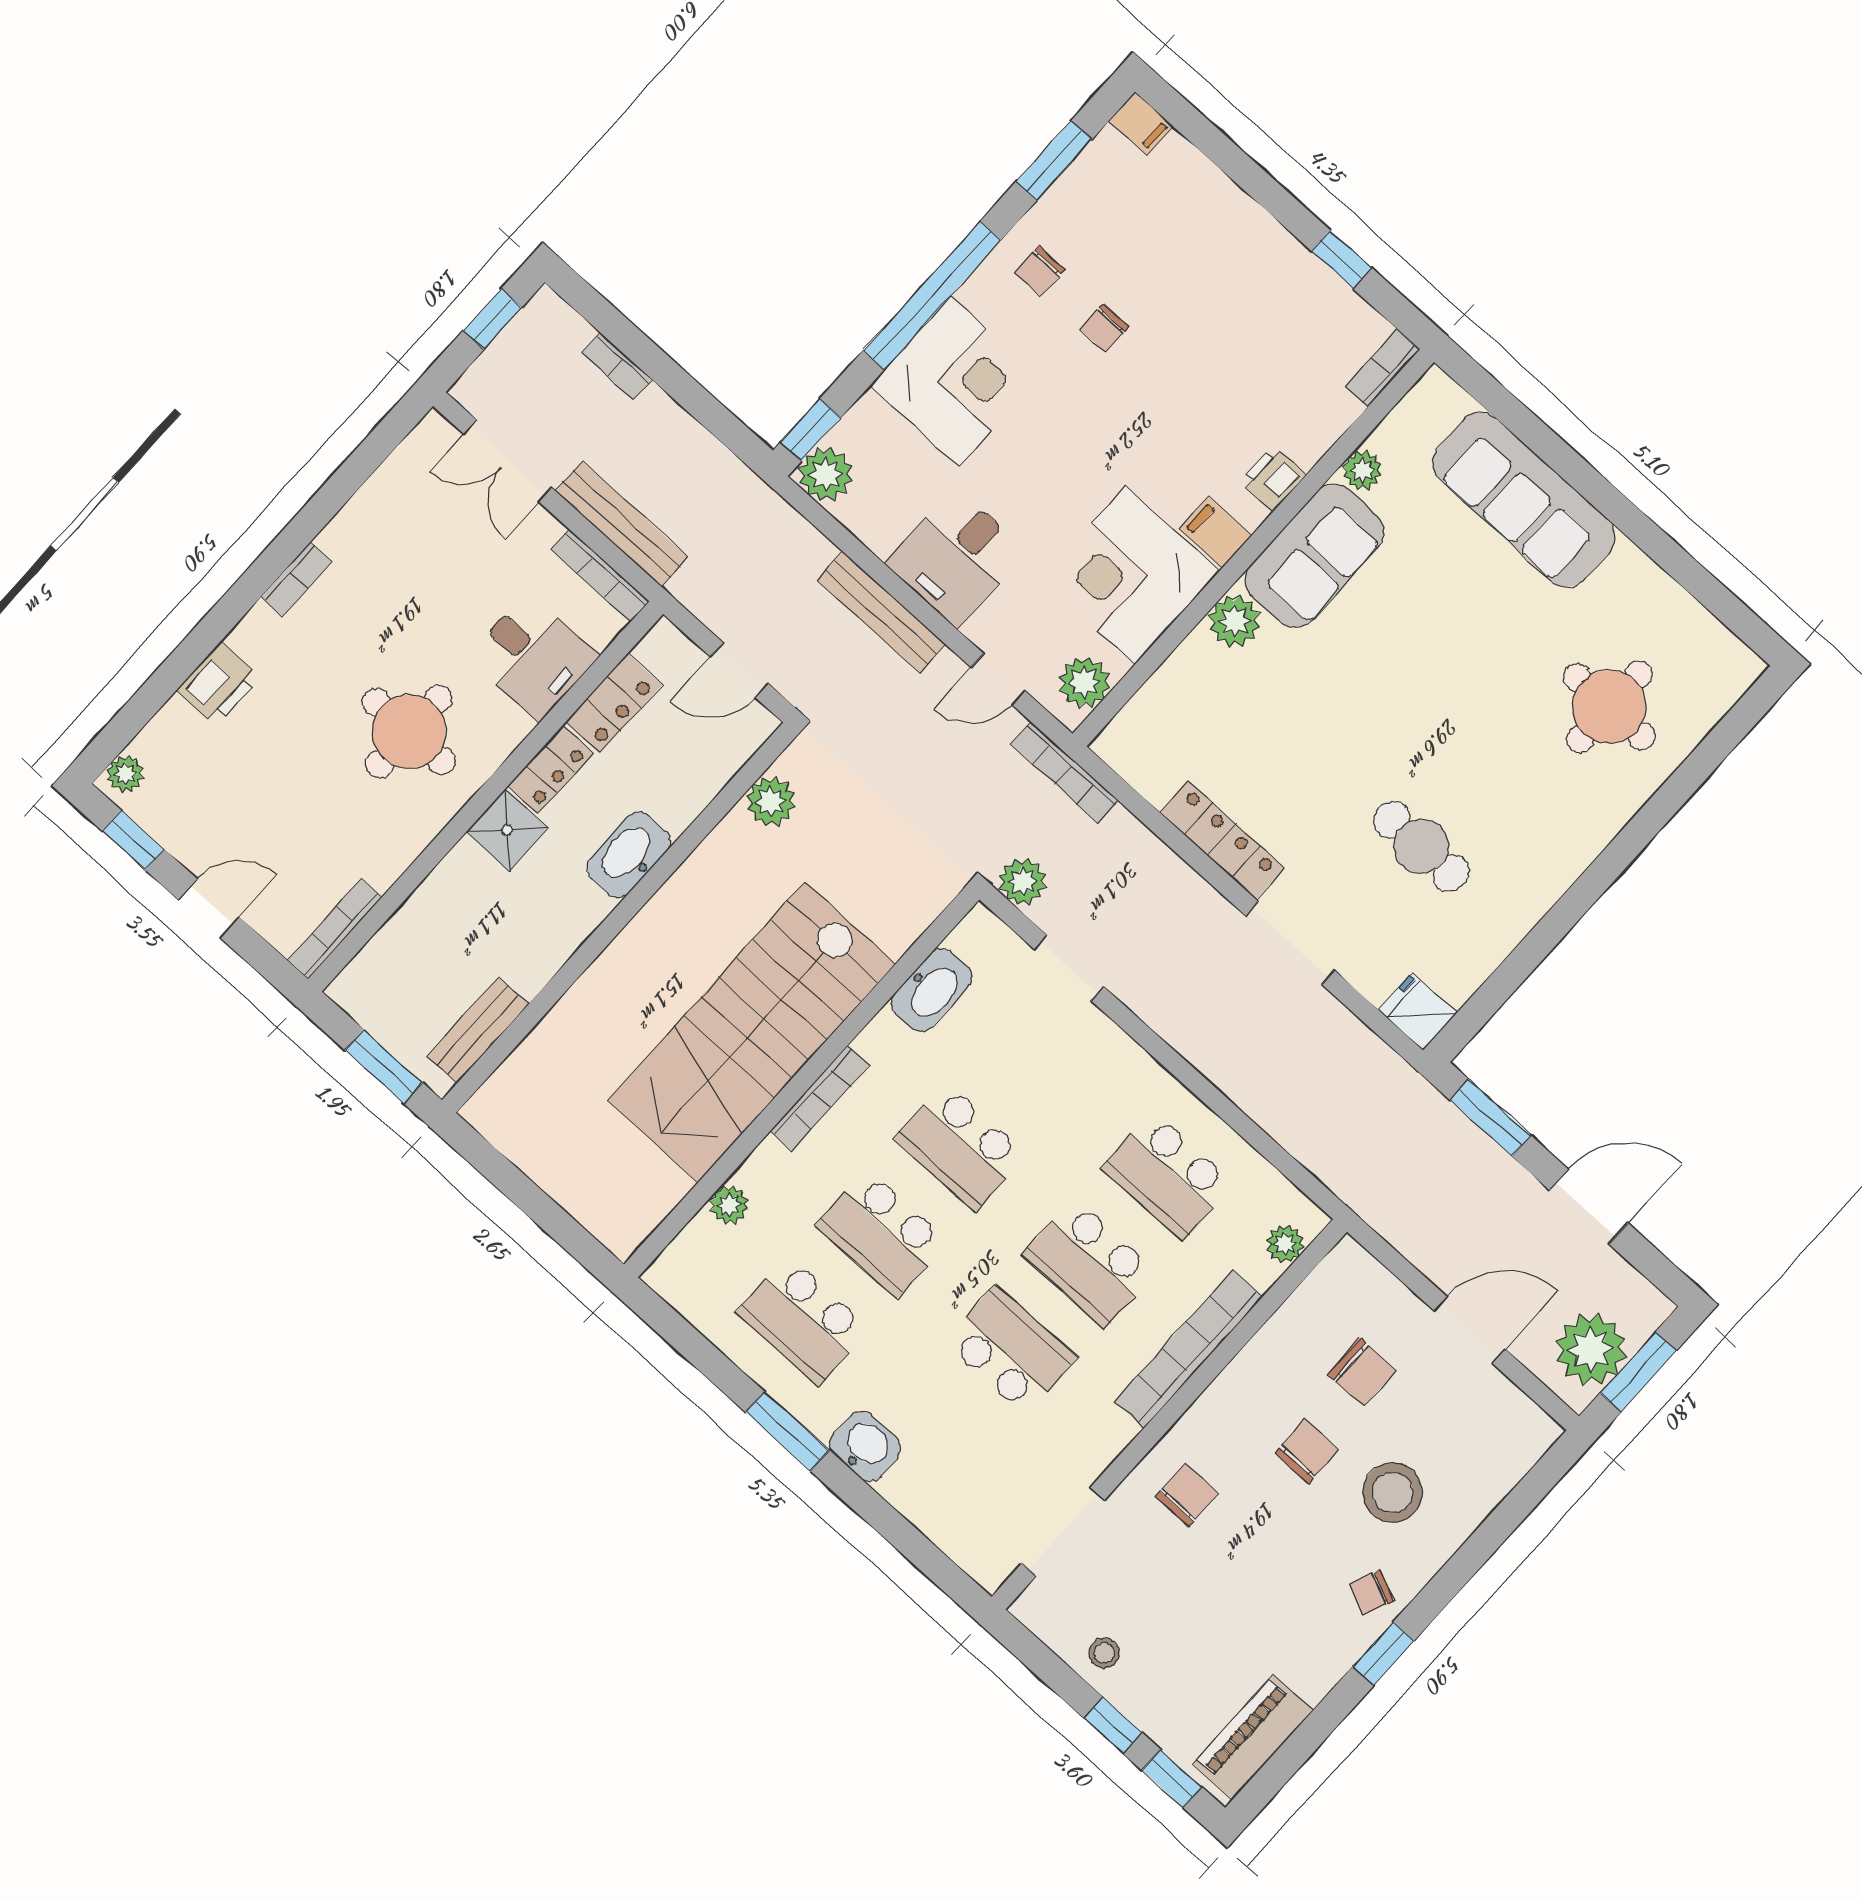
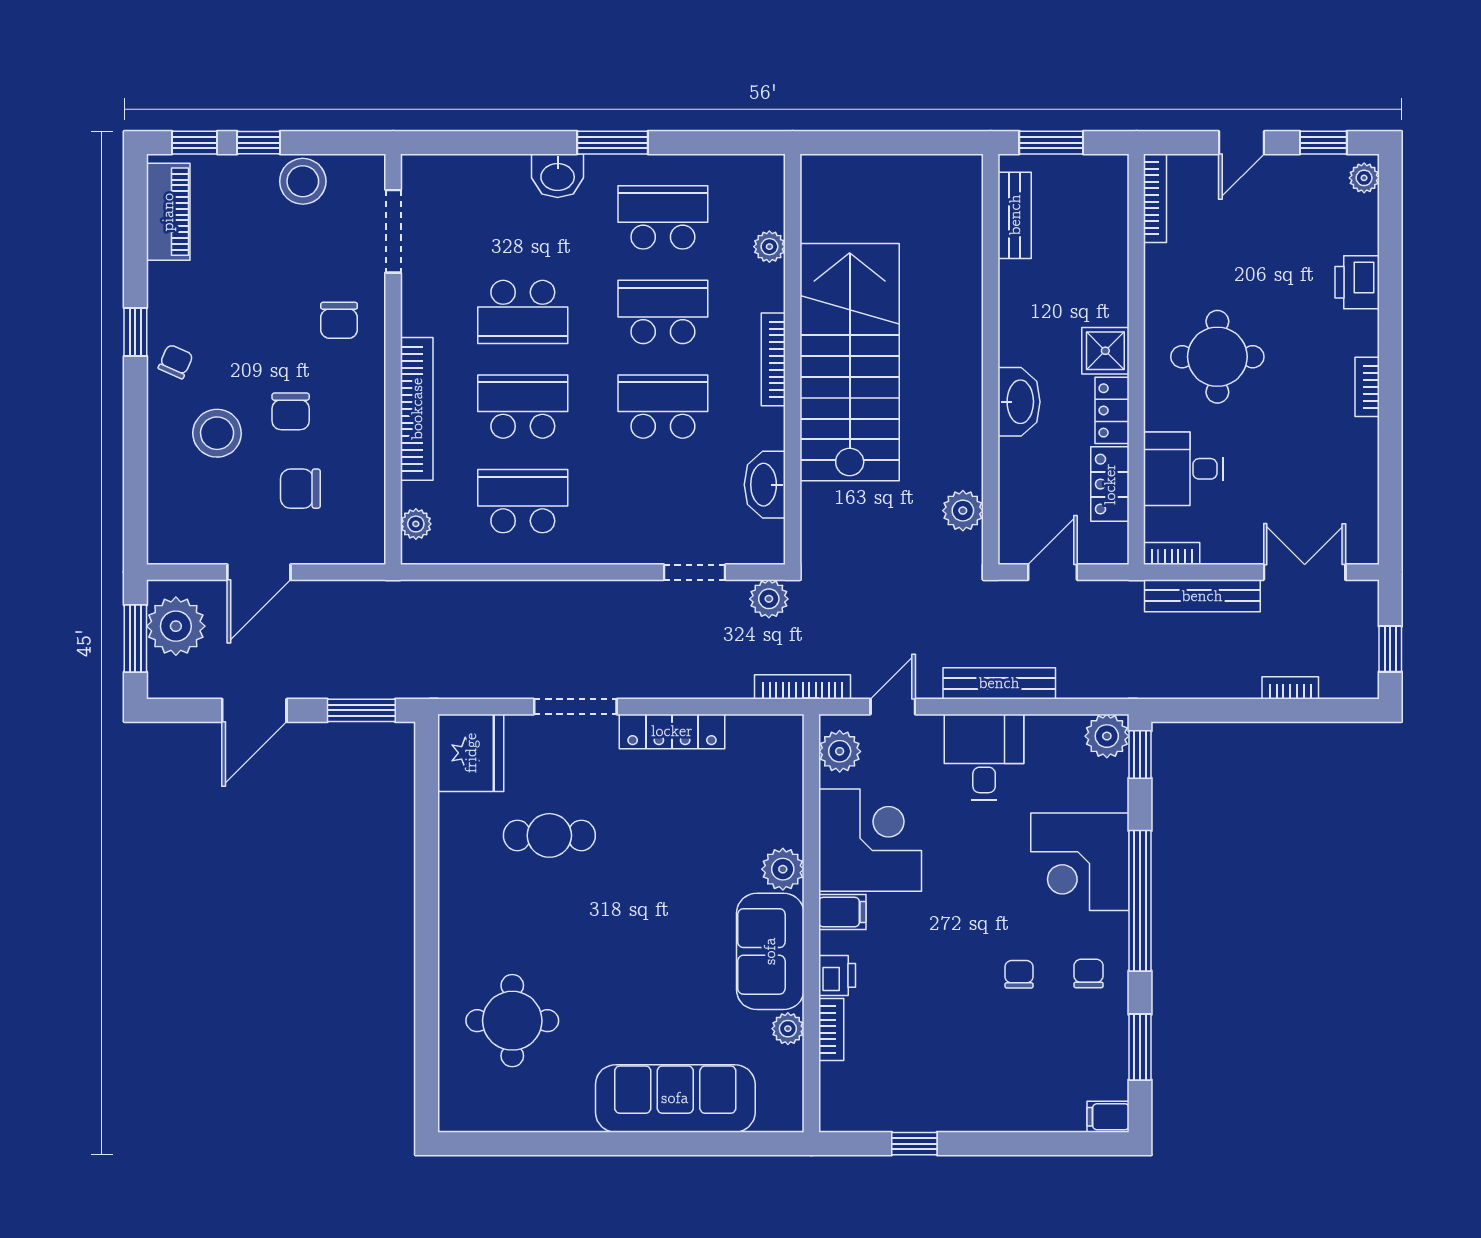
bookcase: (1382, 368) -> (831, 1030), moved
bookcase: (600, 575) -> (1172, 554), width x0.64
fridge: (1417, 1011) -> (471, 753), width x1.88, depth x1.34
stool: (1104, 1653) -> (303, 181), width x1.89, depth x1.89

